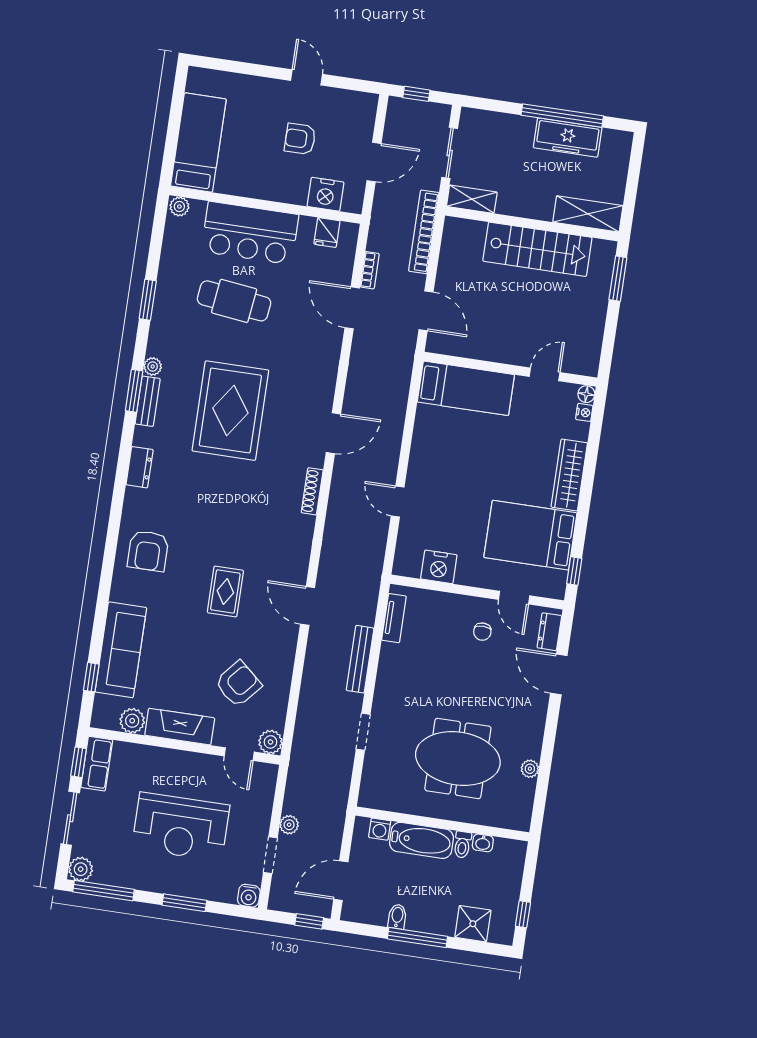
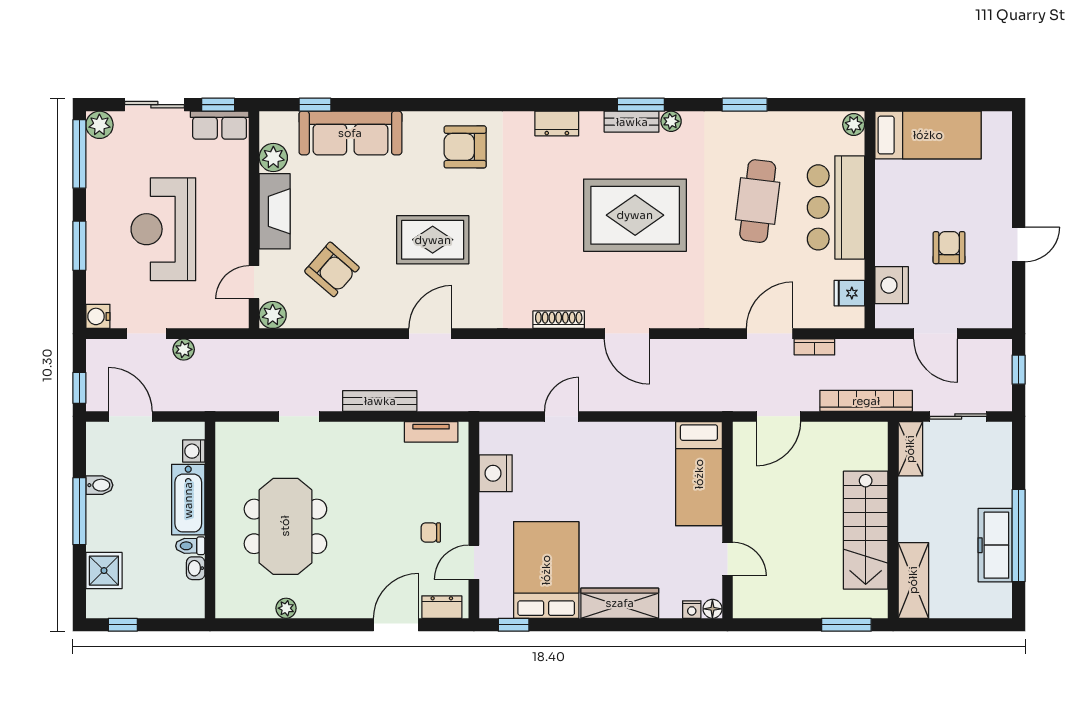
rug: (225, 592) -> (433, 240), width x1.36, depth x1.43

